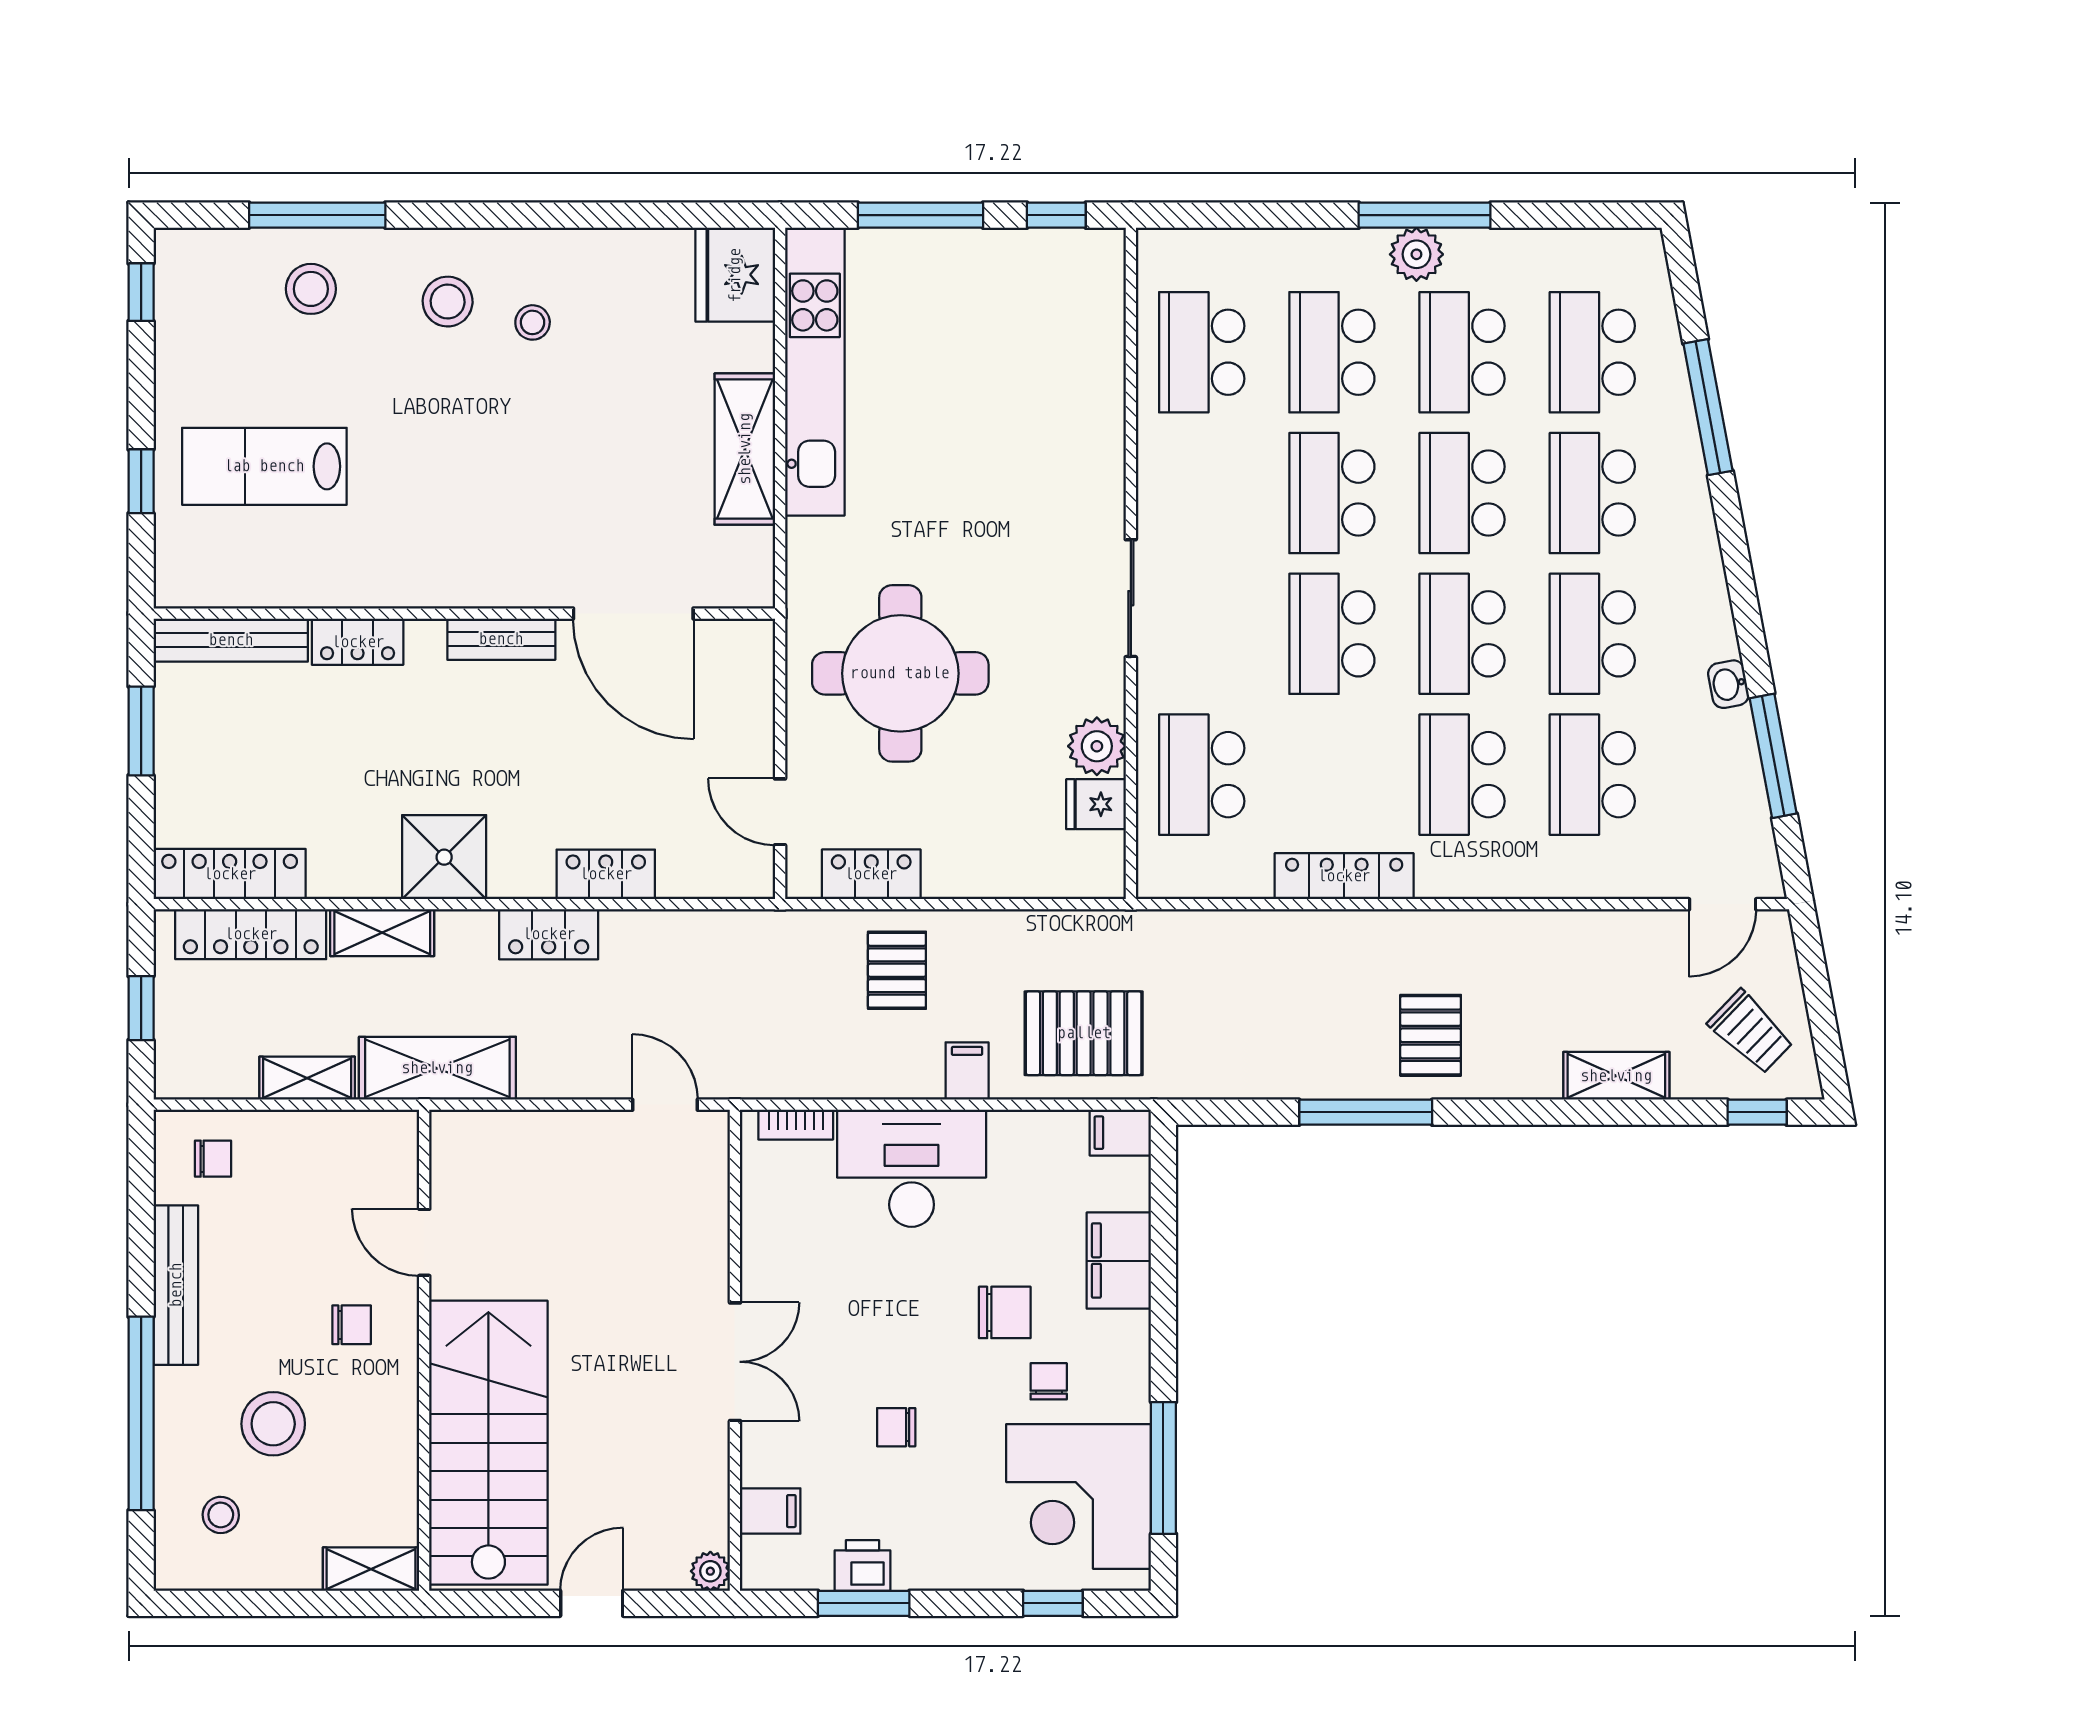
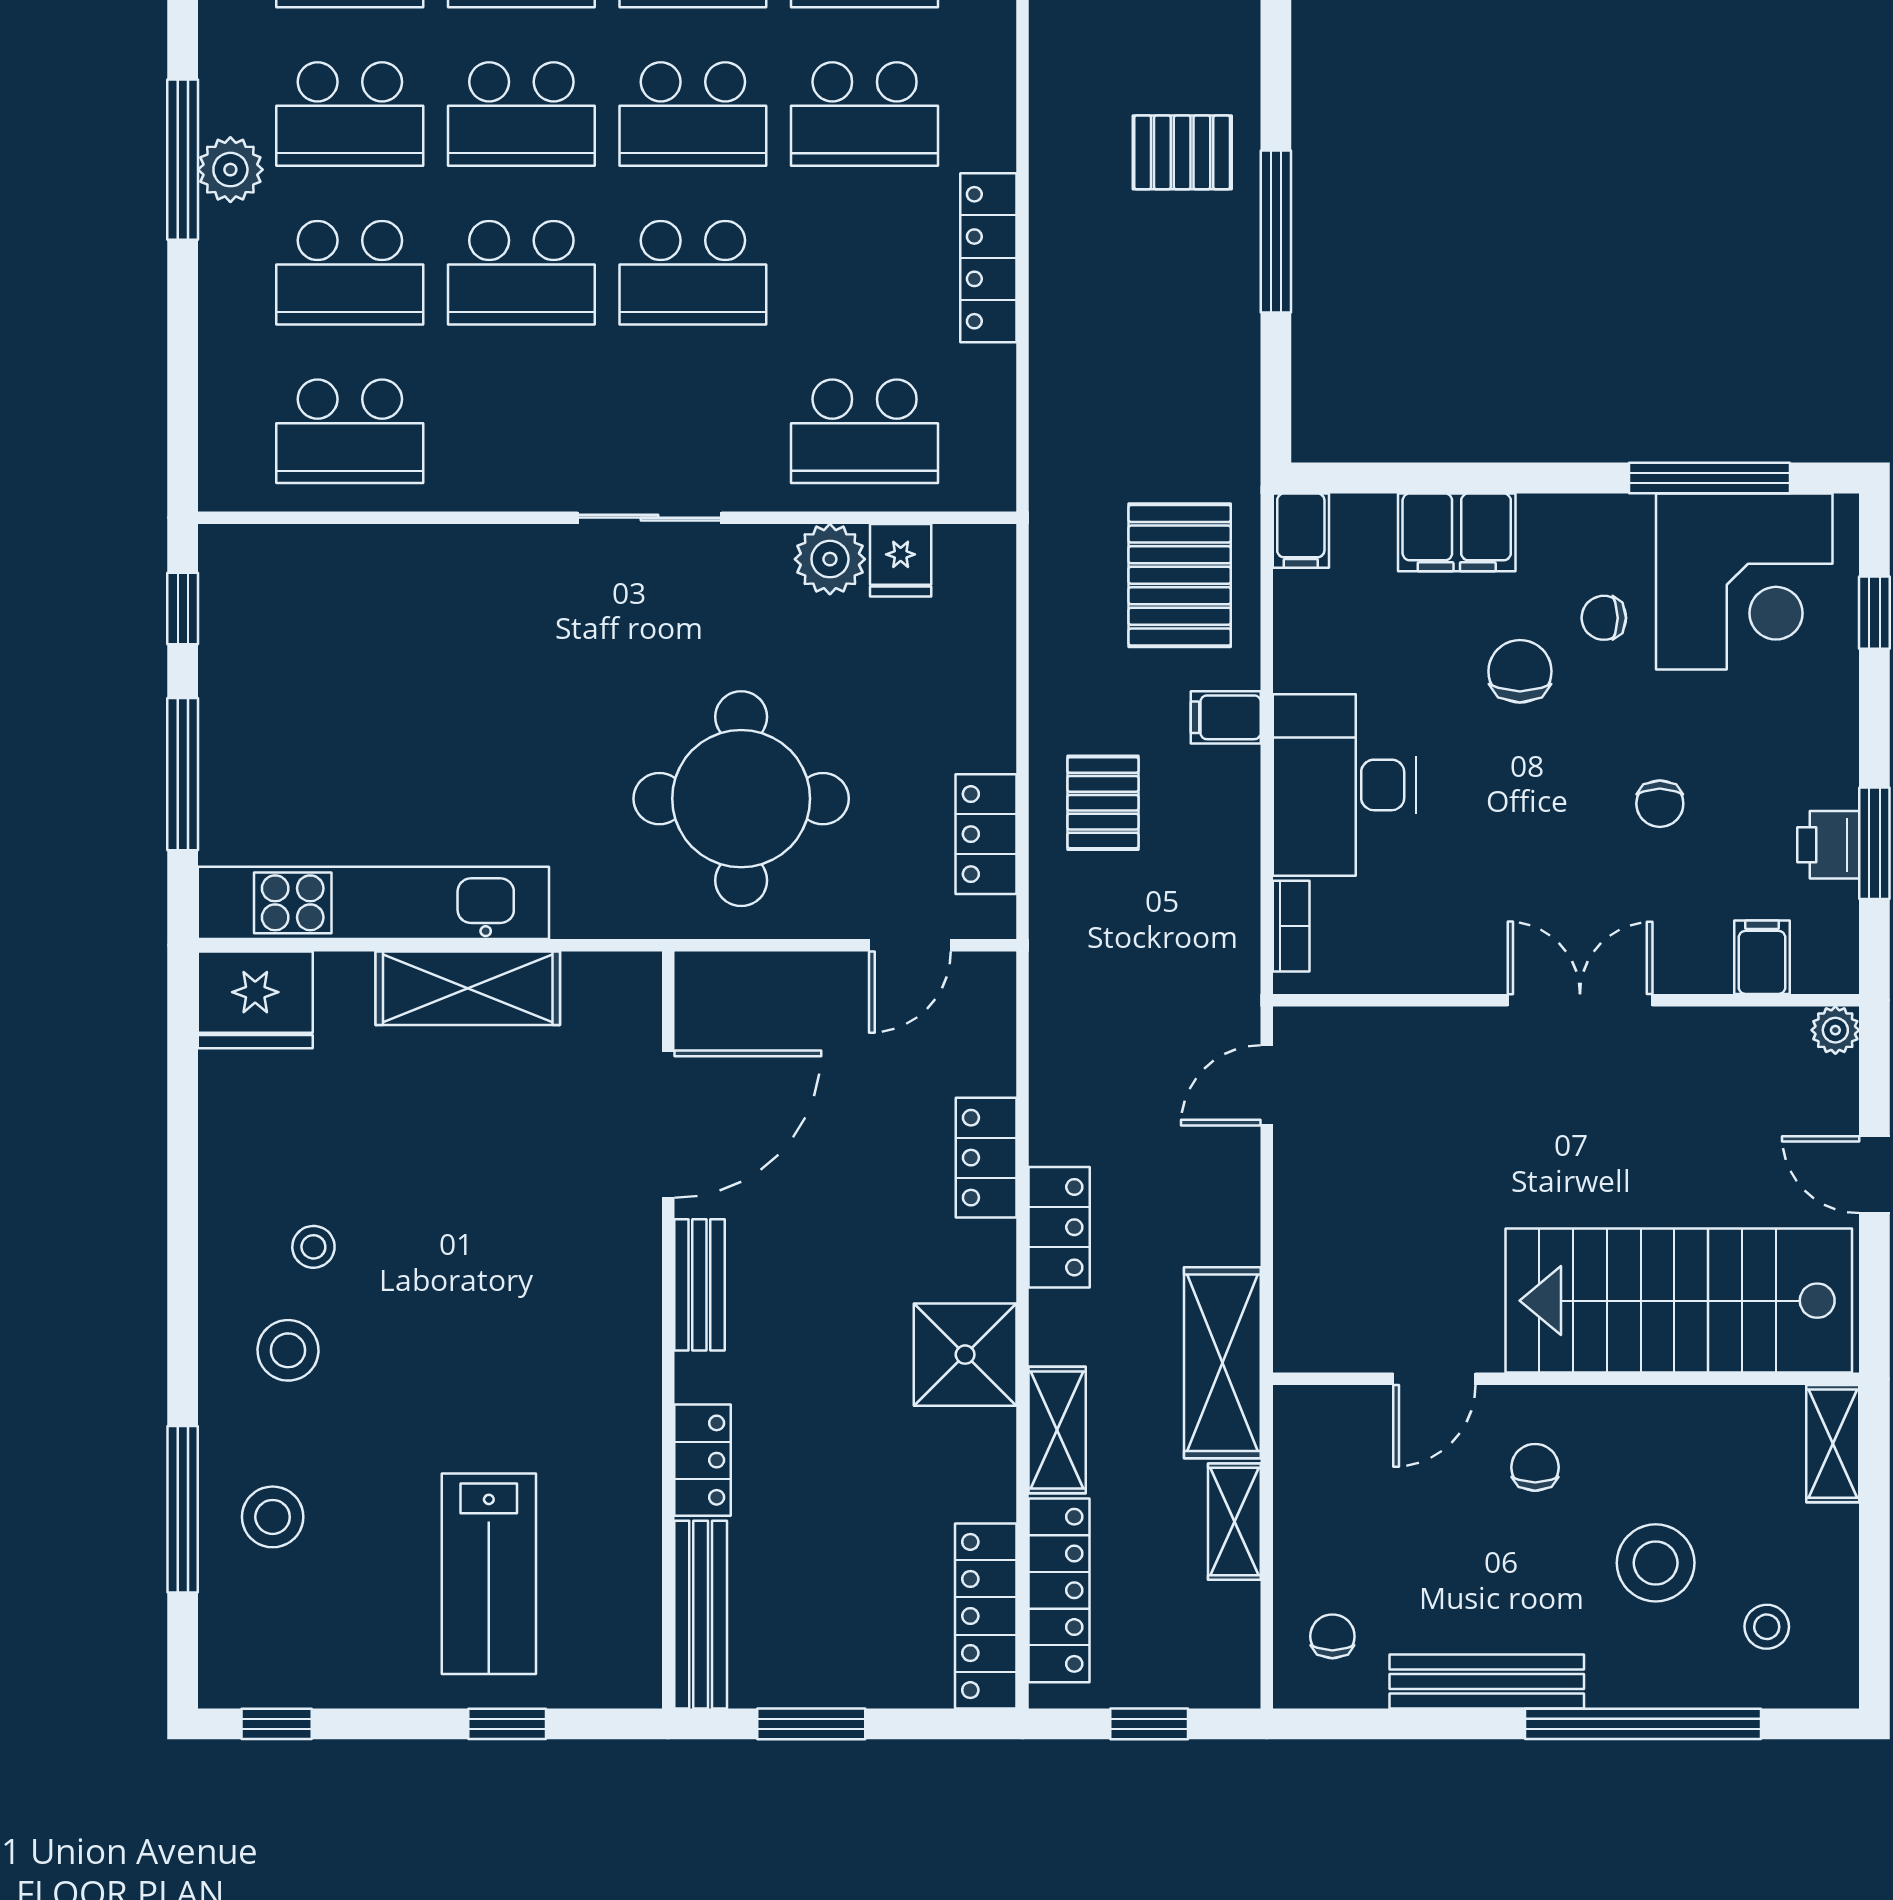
pallet: (897, 970) -> (1103, 803), turned 90

